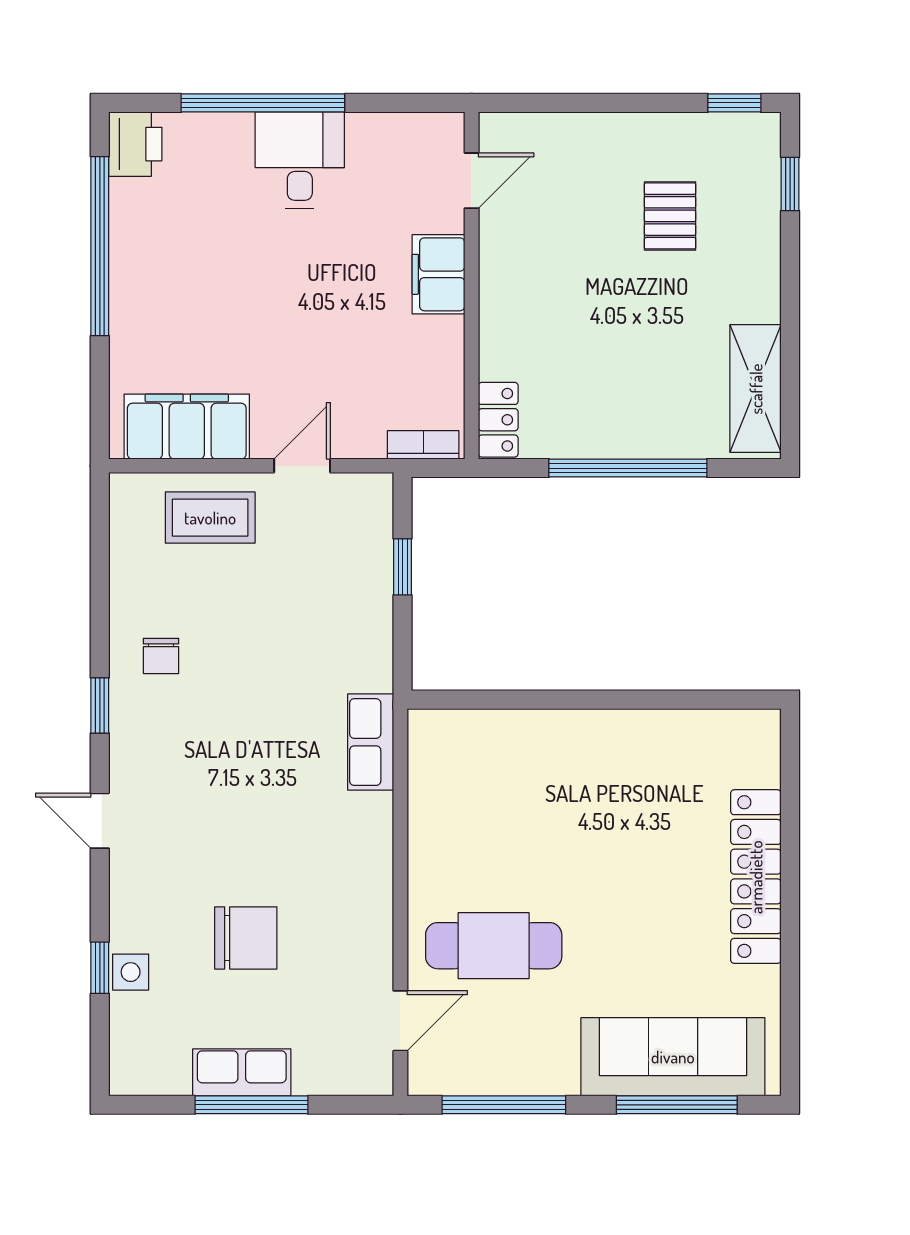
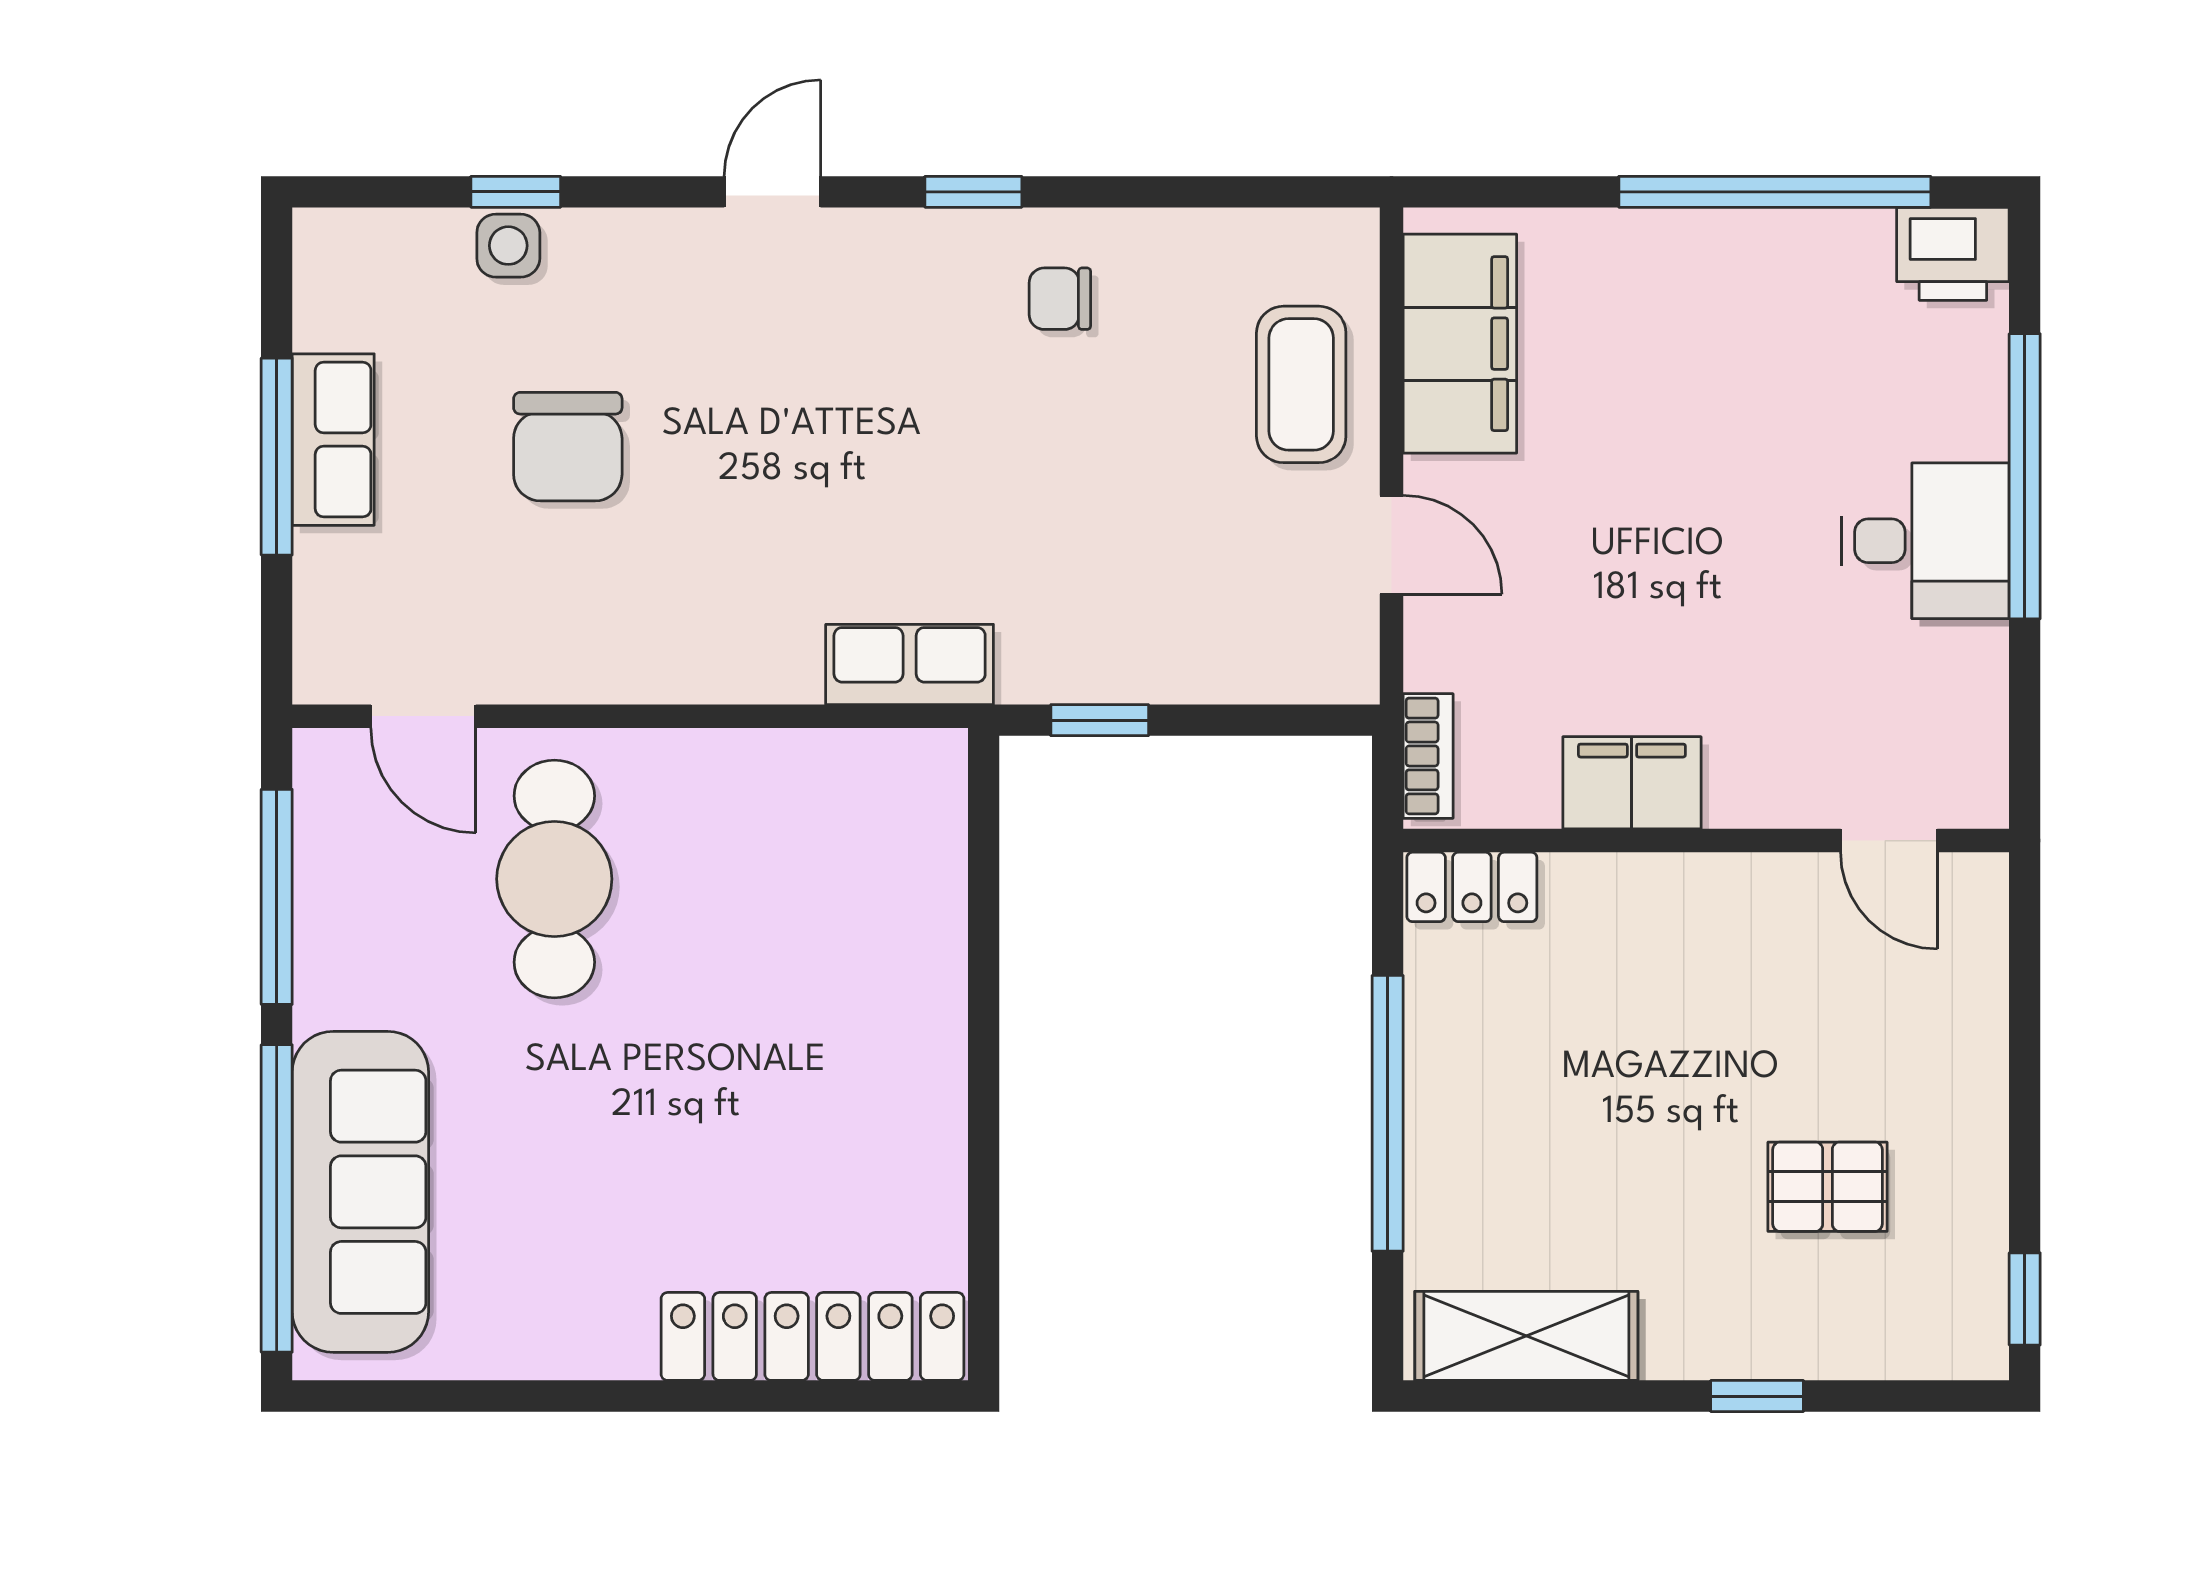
window: (790, 184) -> (1757, 1396), moved
filing cabinet: (439, 274) -> (1632, 783), moved
window: (403, 567) -> (1100, 720), moved
locker: (756, 877) -> (813, 1336), moved
window: (677, 1105) -> (277, 1198), width x1.46

